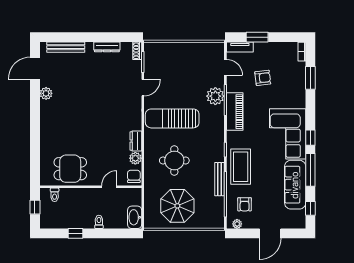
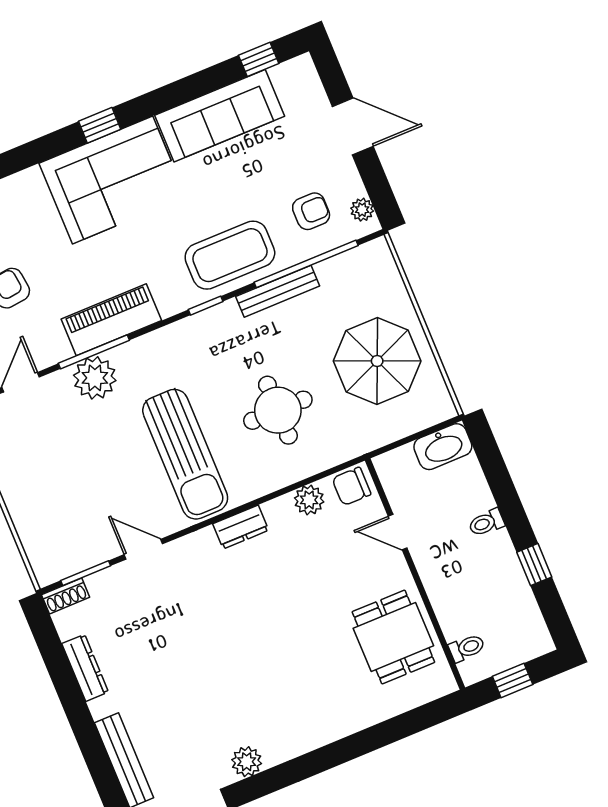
dresser: (136, 141) -> (241, 527), moved
window: (310, 170) -> (172, 95), removed

